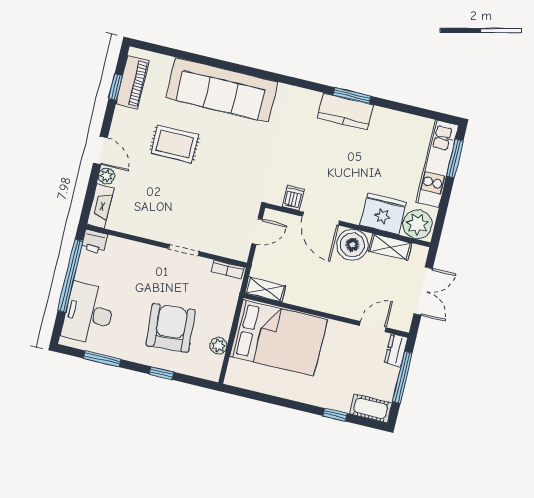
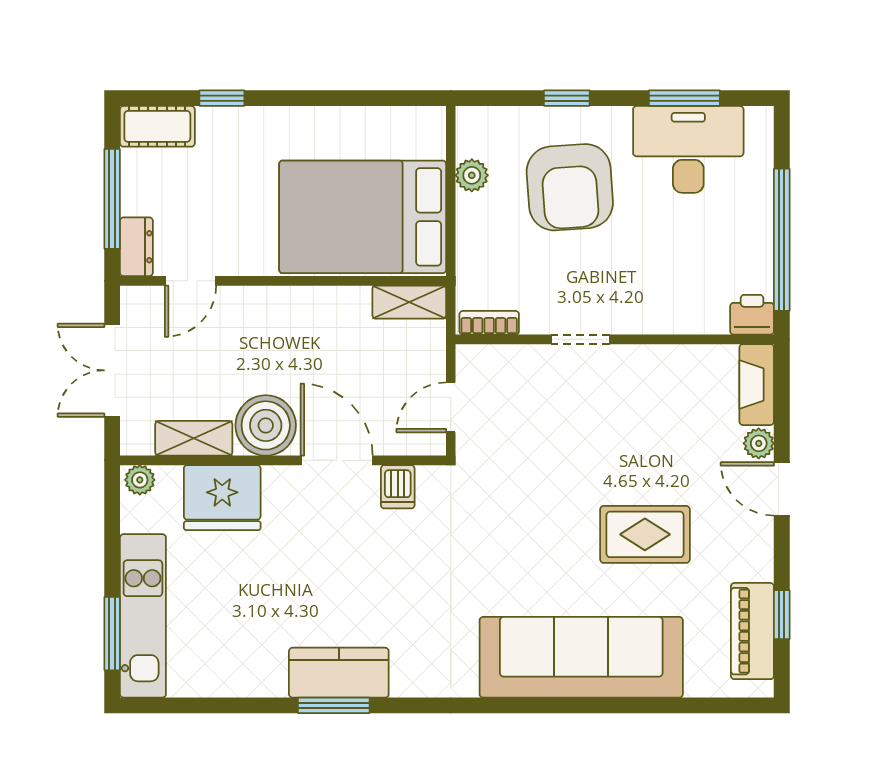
plant: (417, 224) -> (140, 480), width x0.53, depth x0.53
desk: (88, 313) -> (688, 149), moved, turned -90

